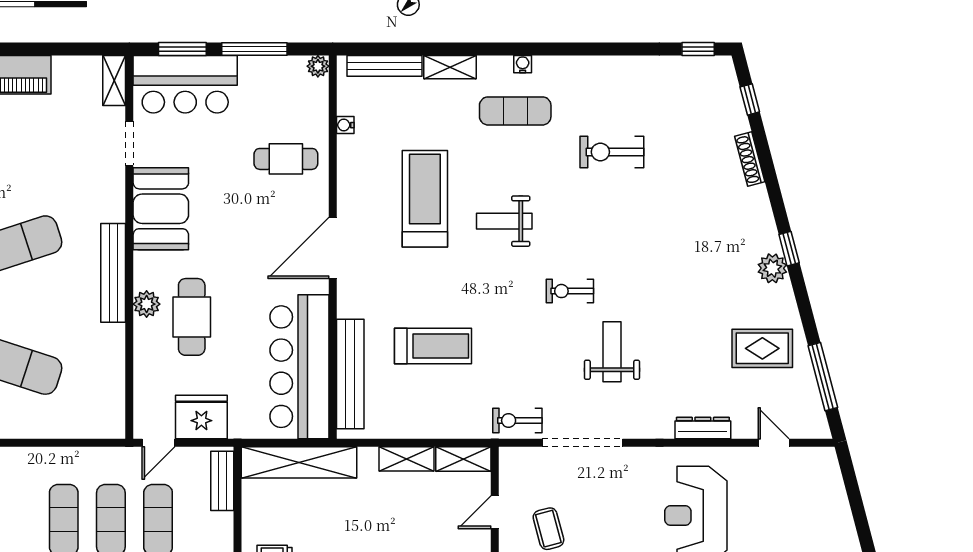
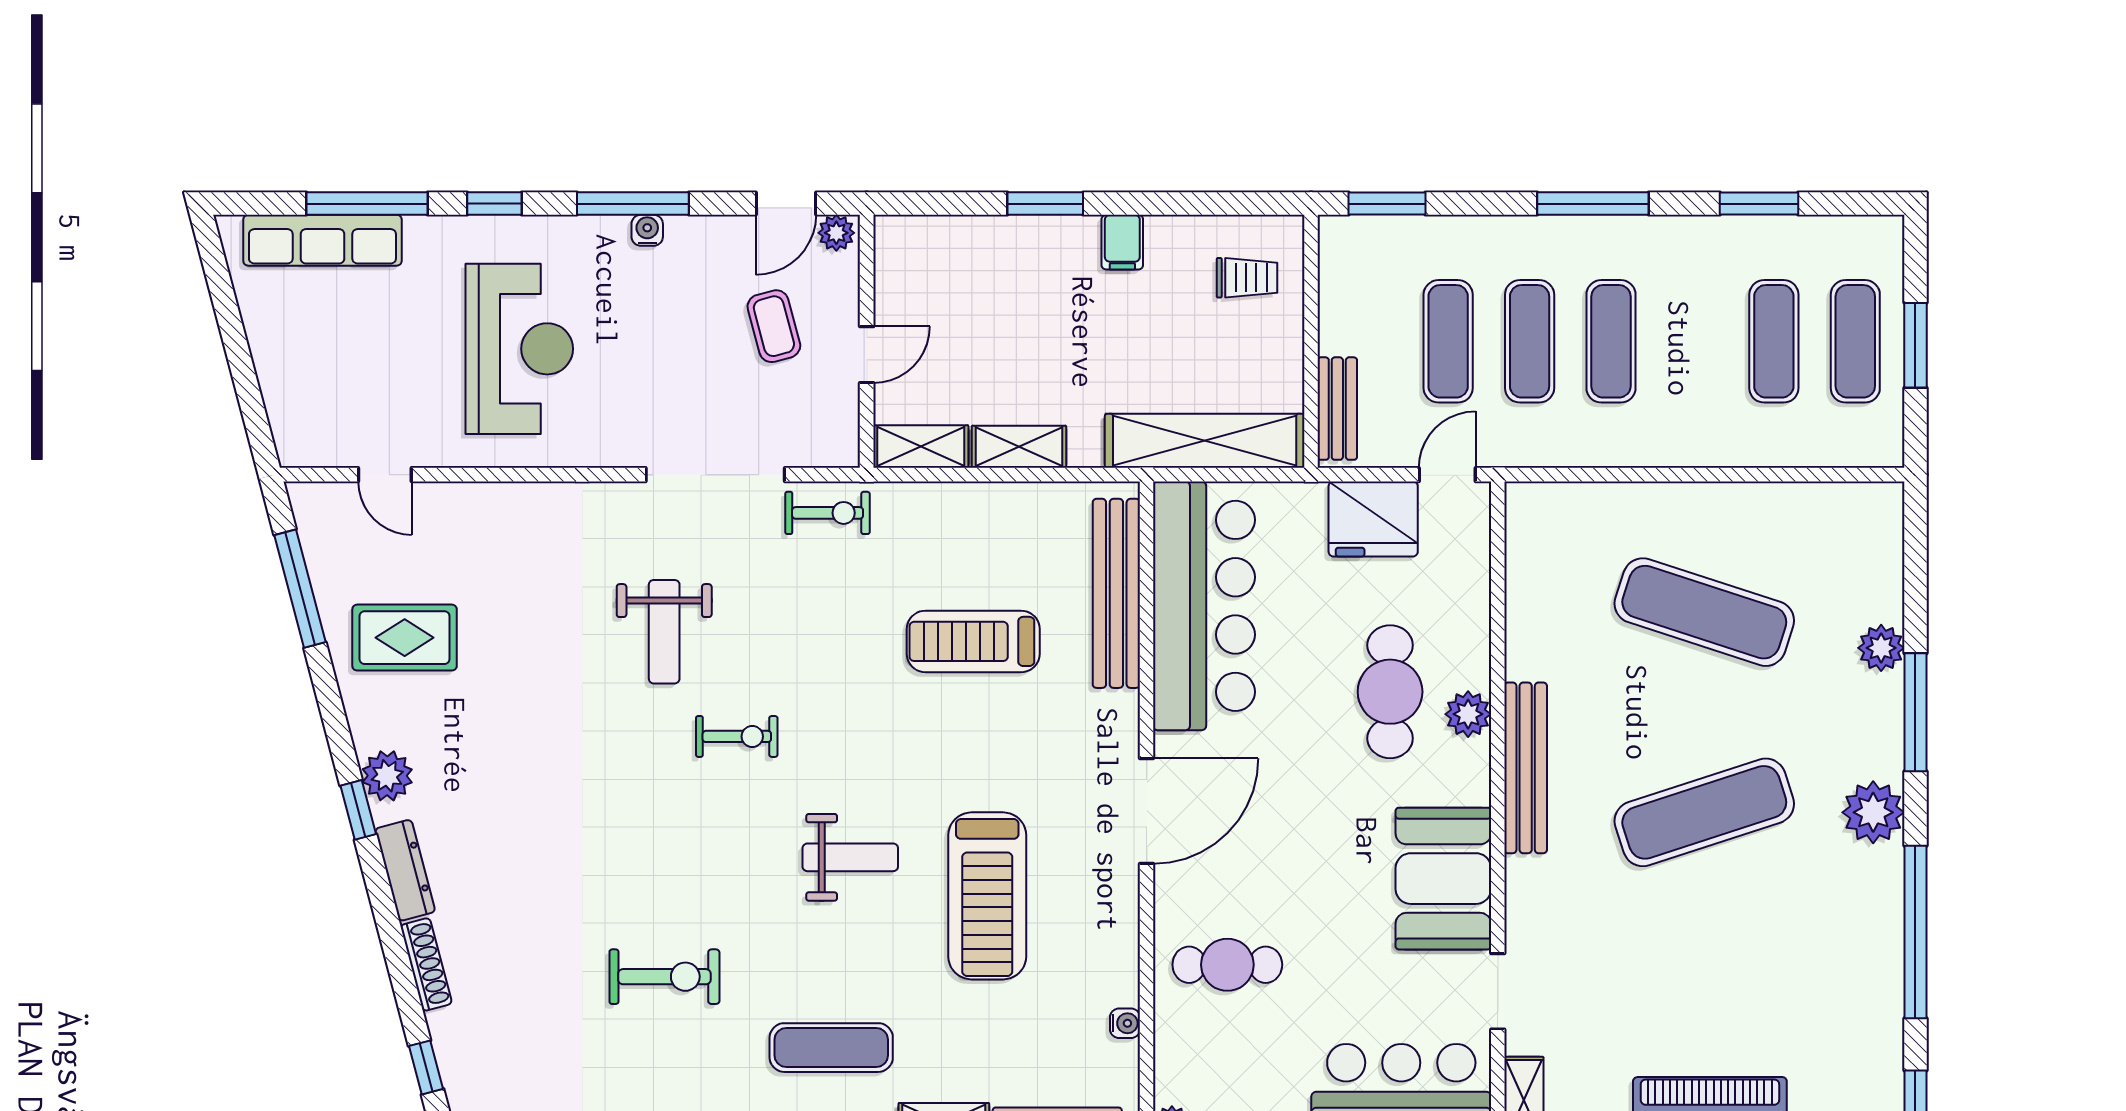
dresser: (703, 428) -> (405, 870), moved, turned -105

